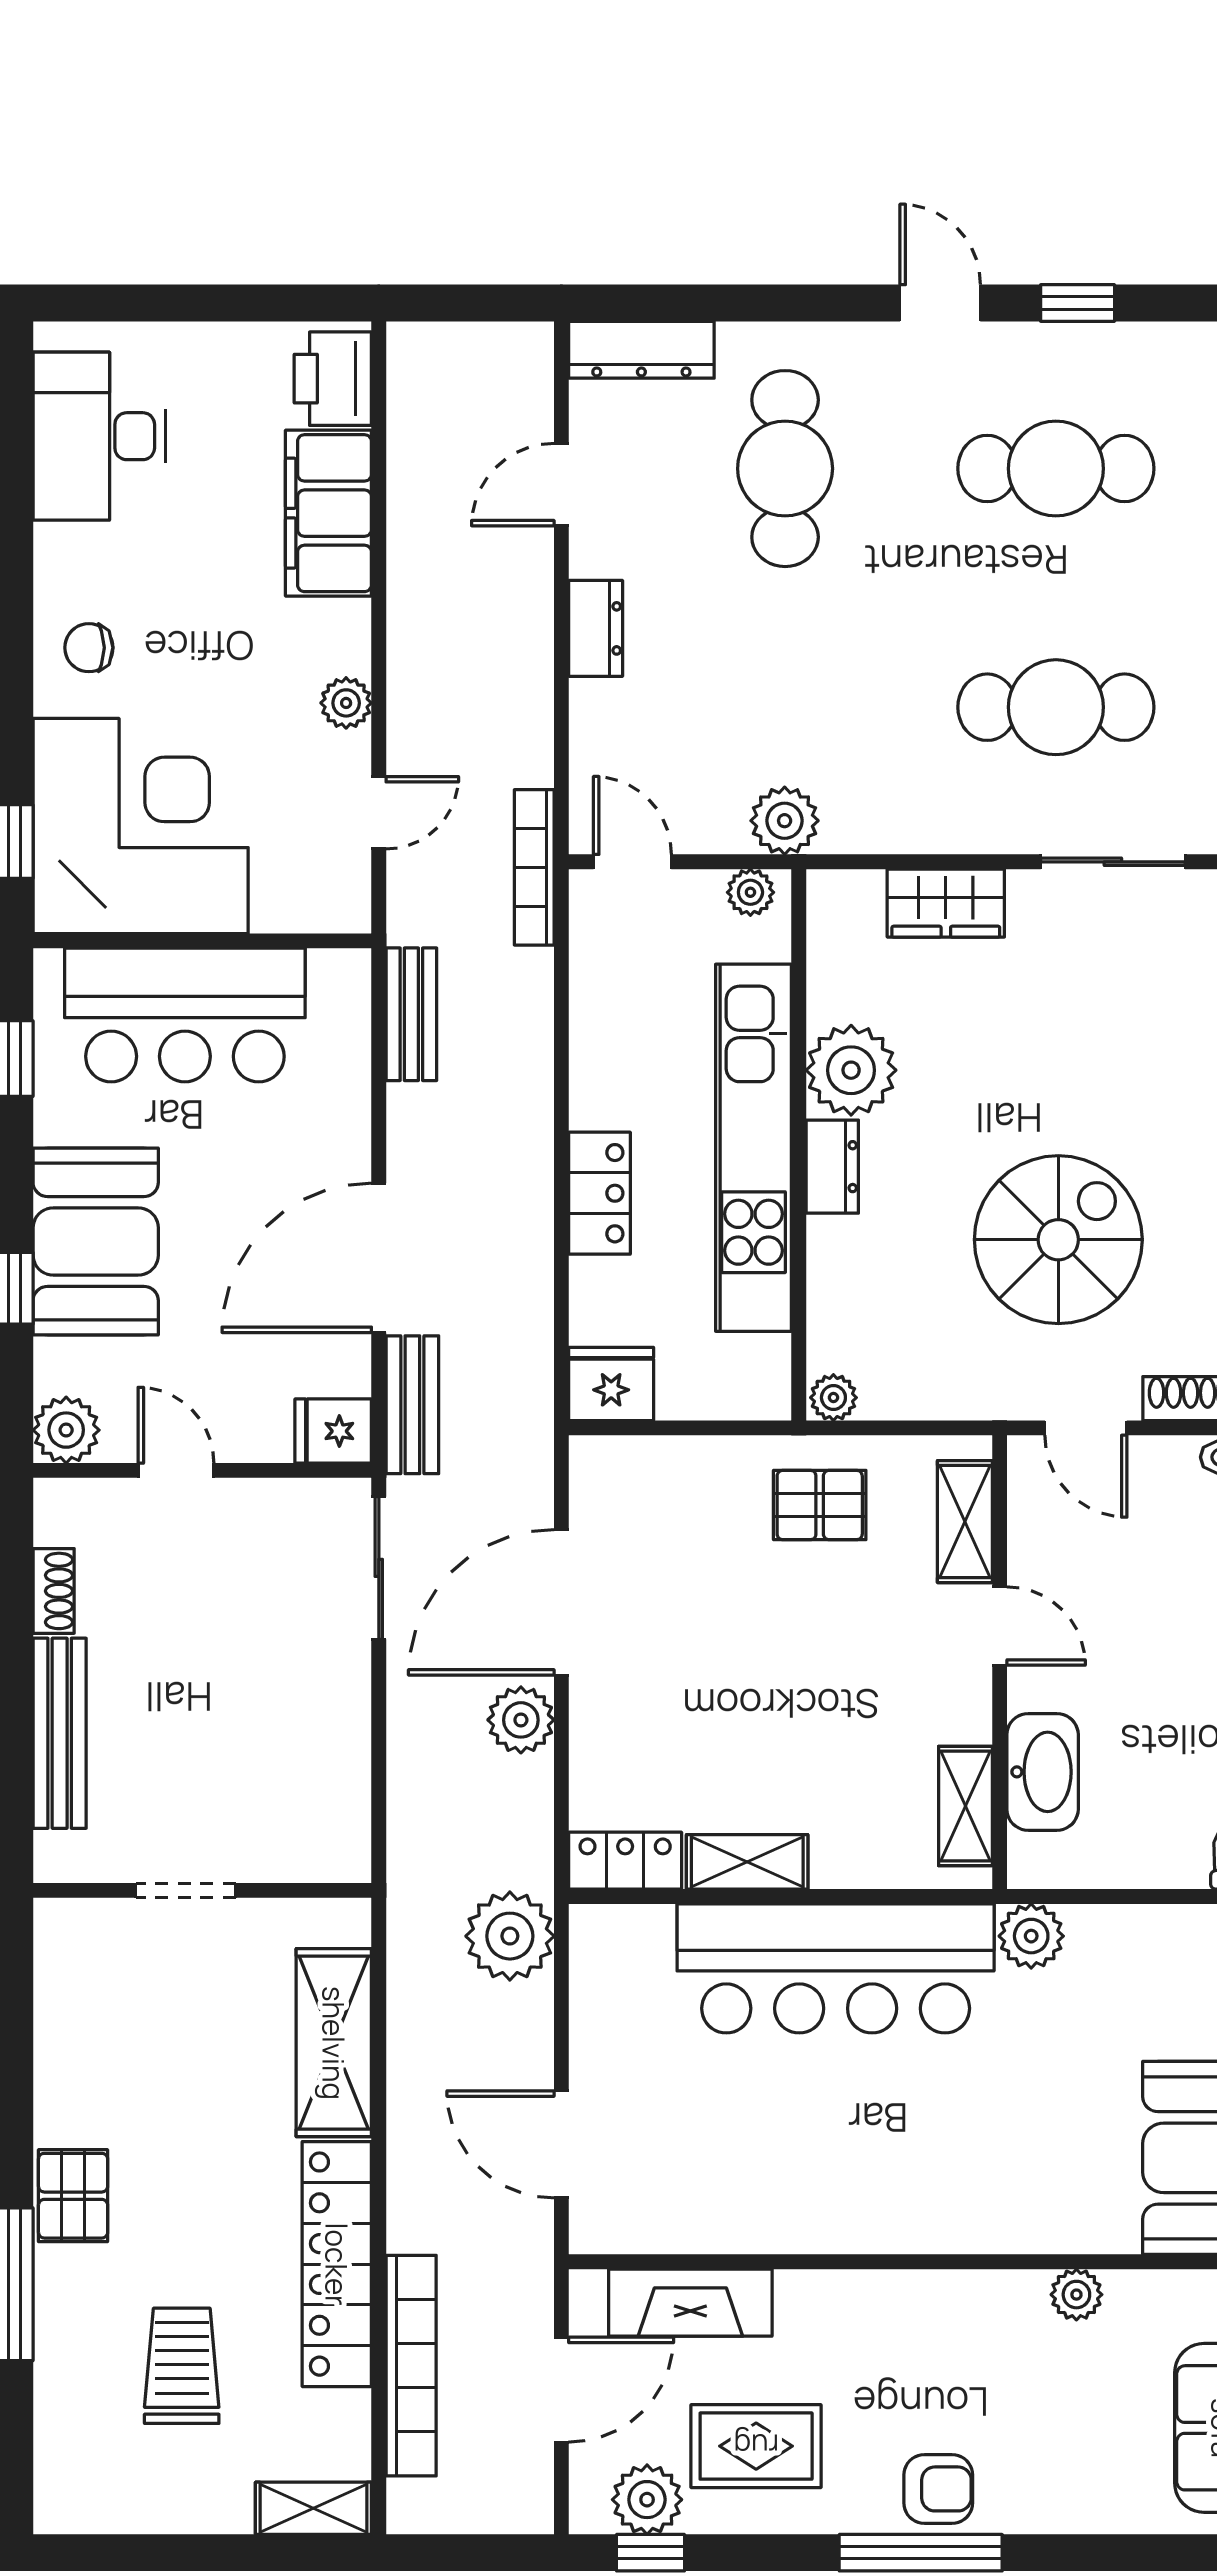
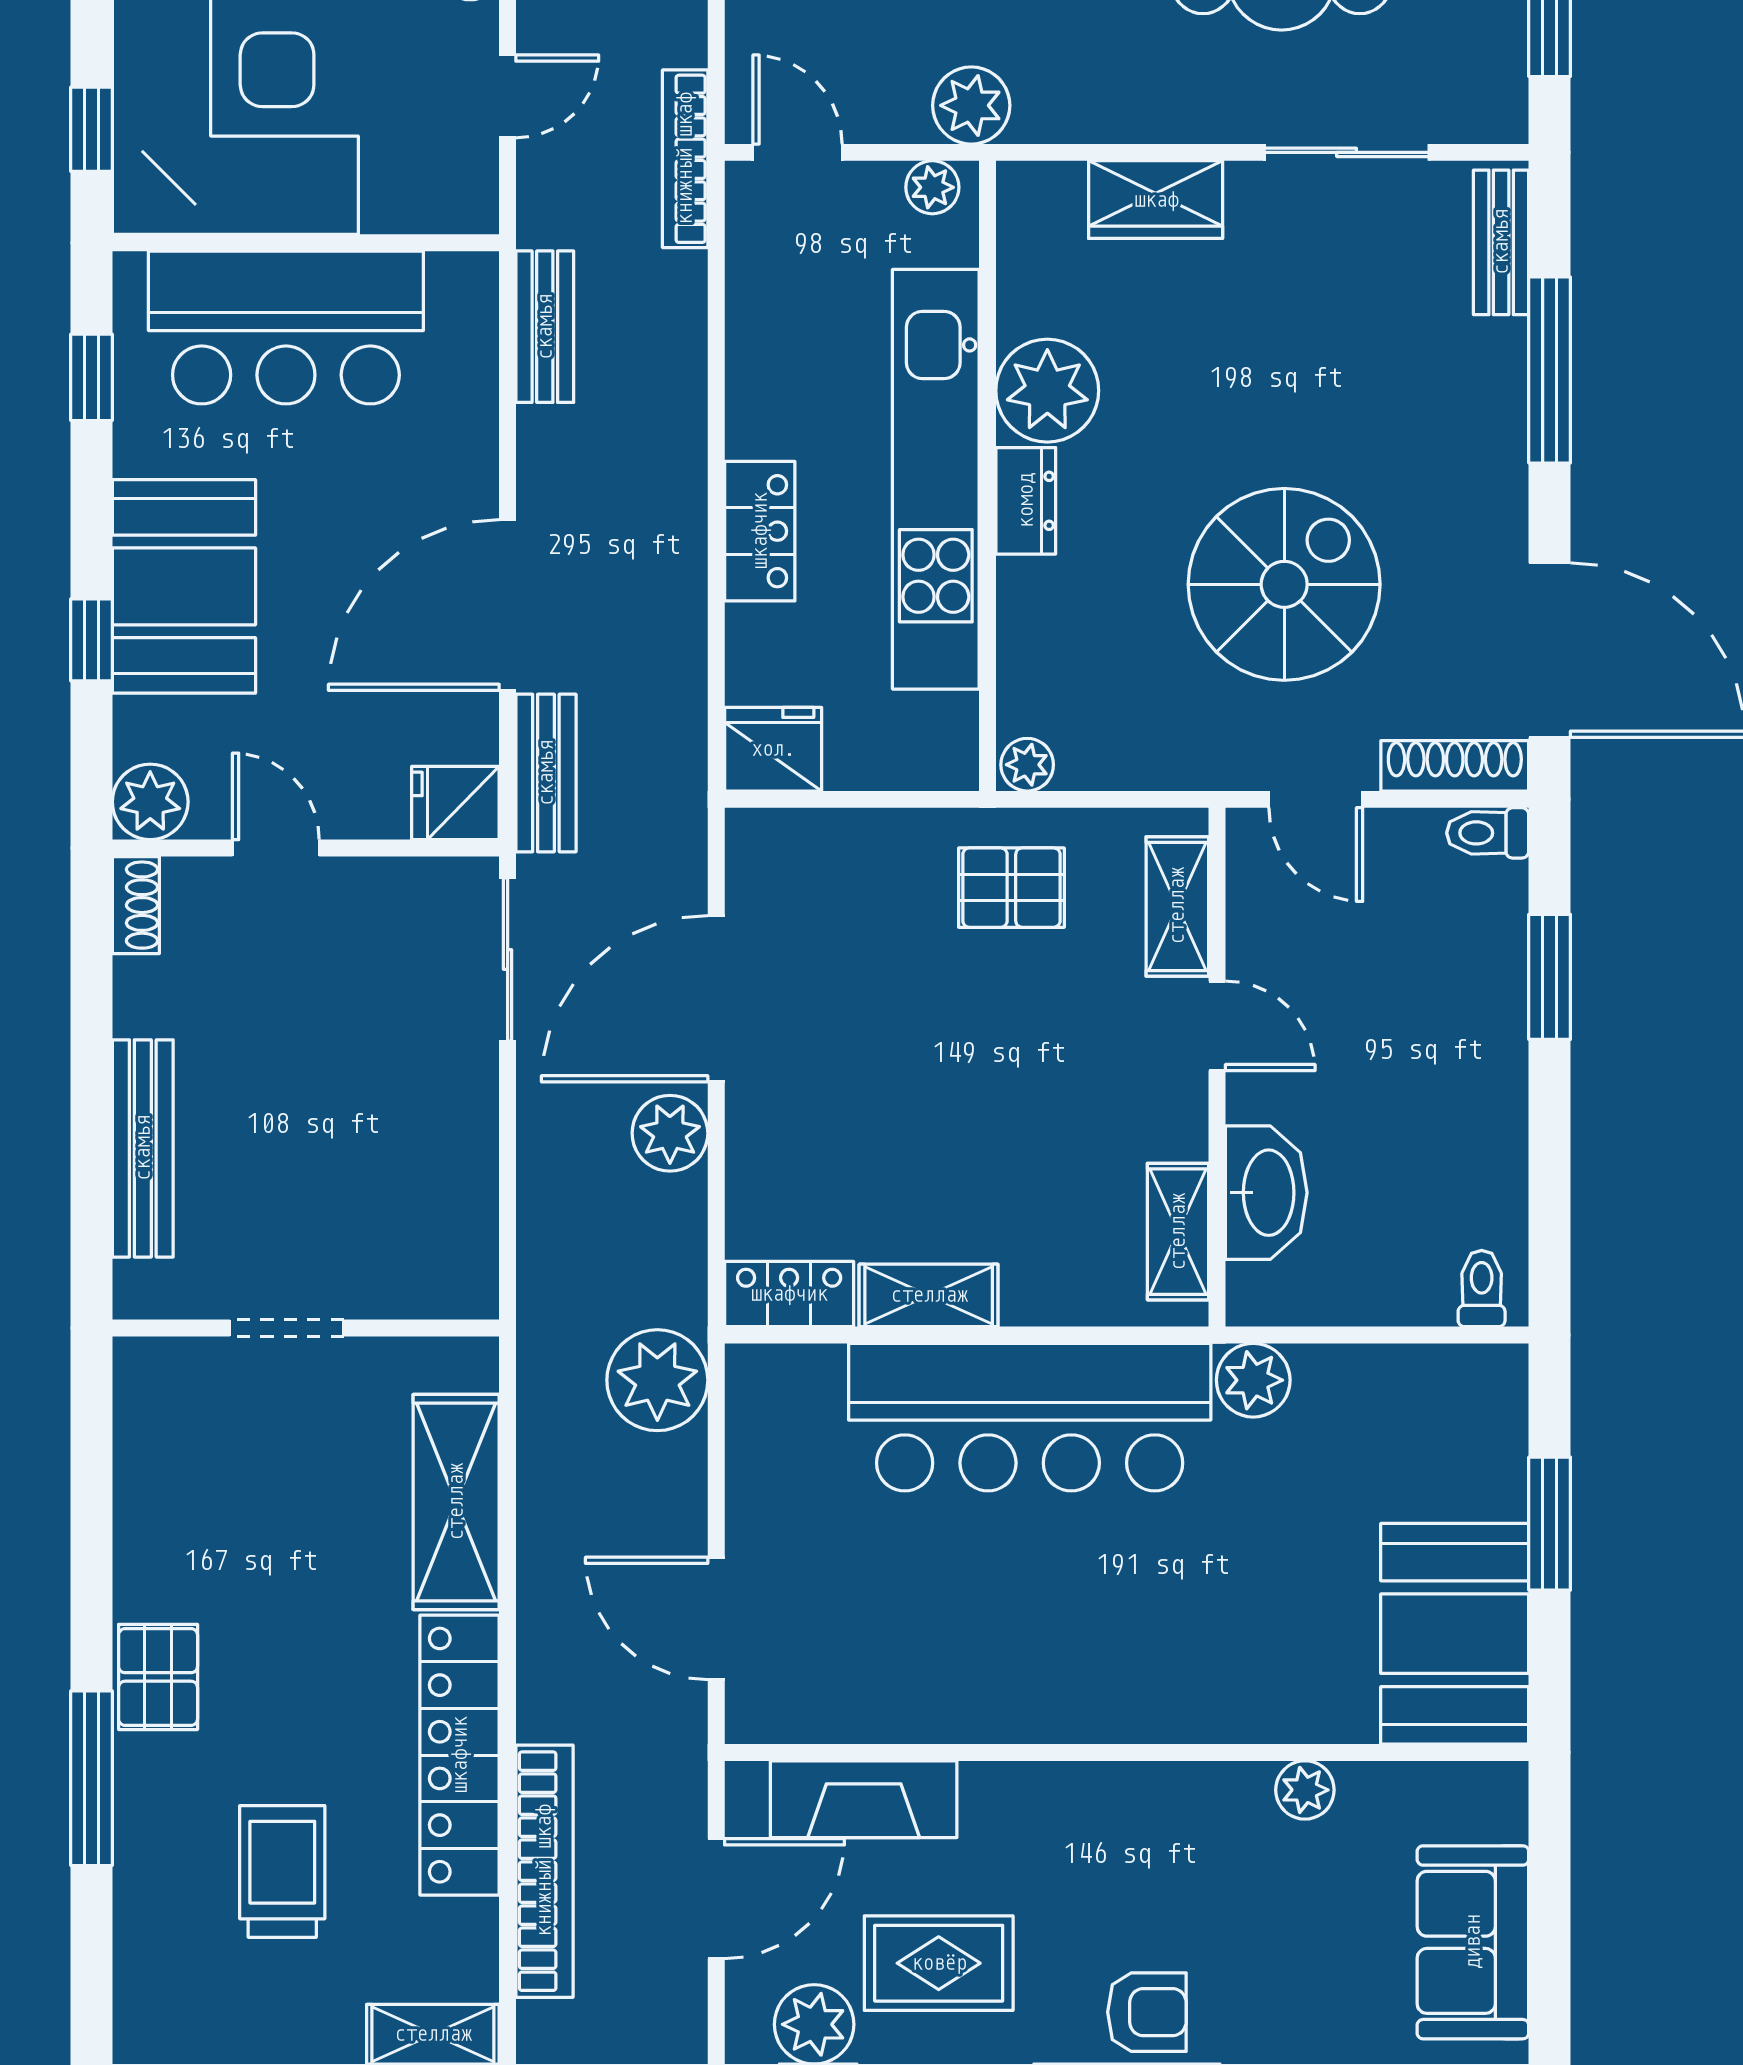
shoe rack: (54, 1591) -> (136, 905), moved

